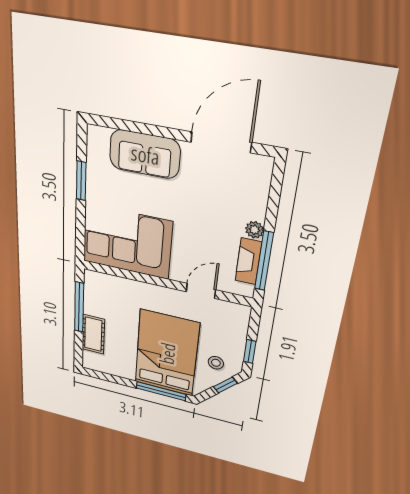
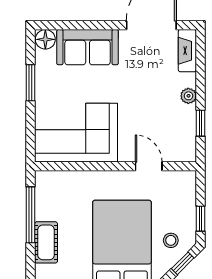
floor lamp: (98, 137) -> (45, 39), added
fireplace: (248, 261) -> (187, 51), moved
window: (264, 261) -> (201, 123), width x0.46
door: (201, 291) -> (149, 166), hinge flipped

